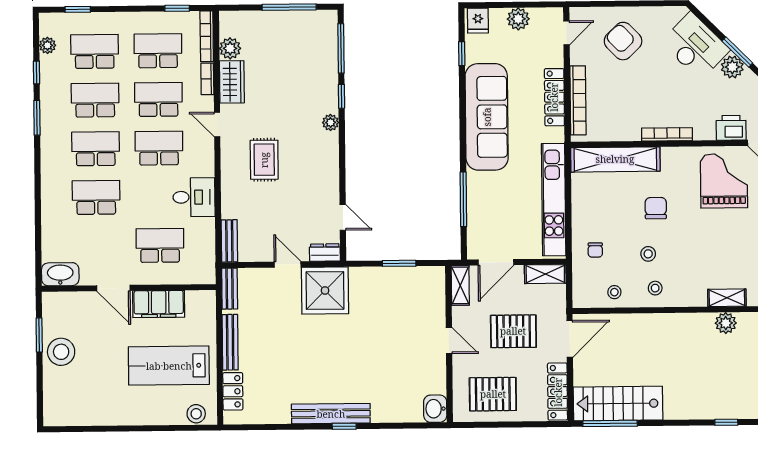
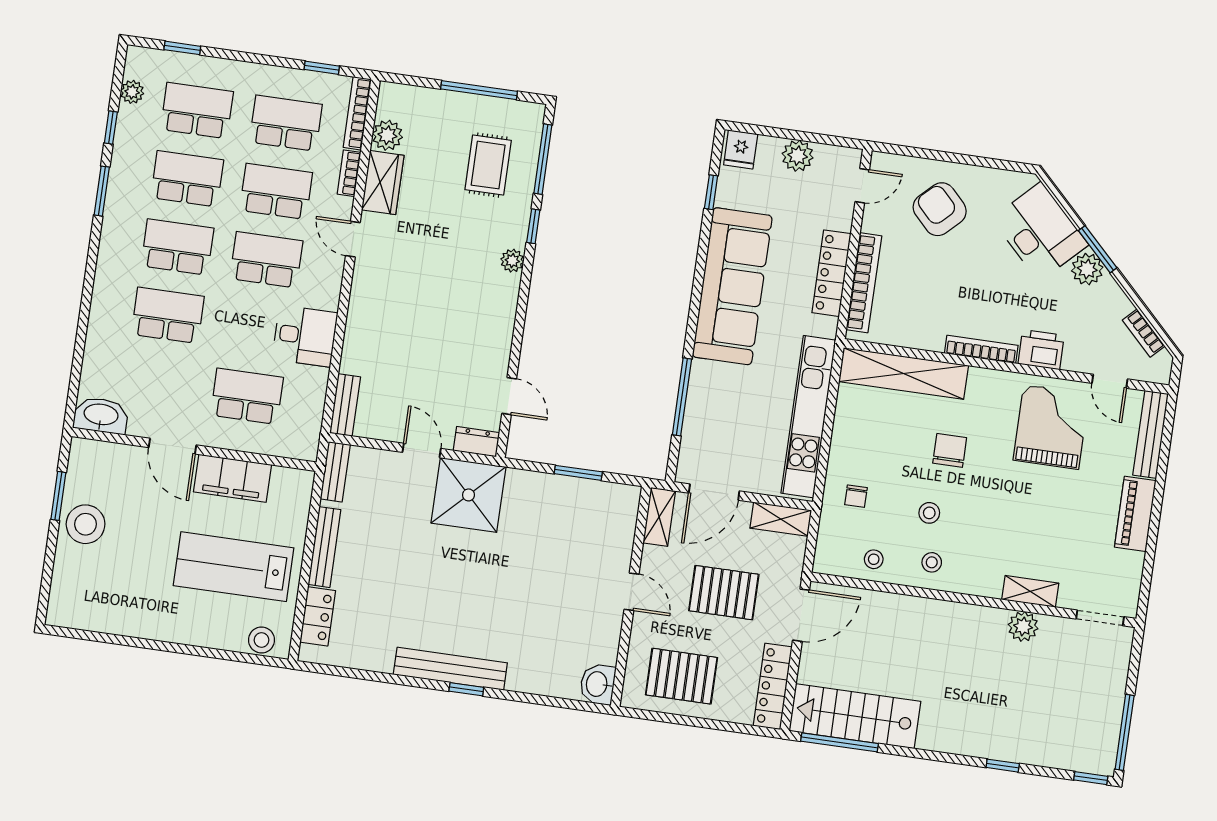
printer: (731, 128) -> (1041, 350), moved
rug: (264, 160) -> (488, 165), moved

